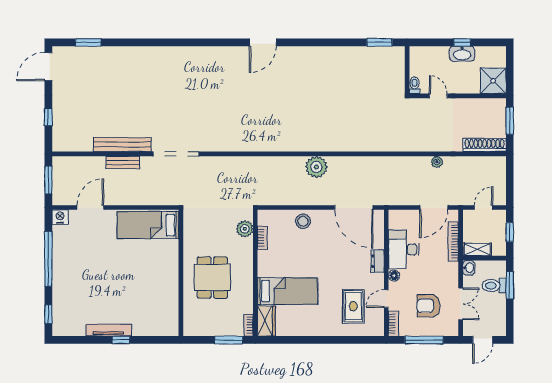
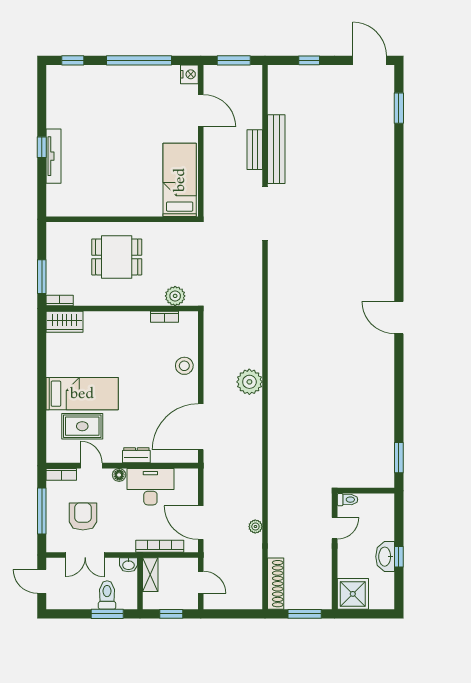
bed: (287, 291) -> (82, 394), moved, turned -90
tv unit: (108, 330) -> (54, 156), moved

